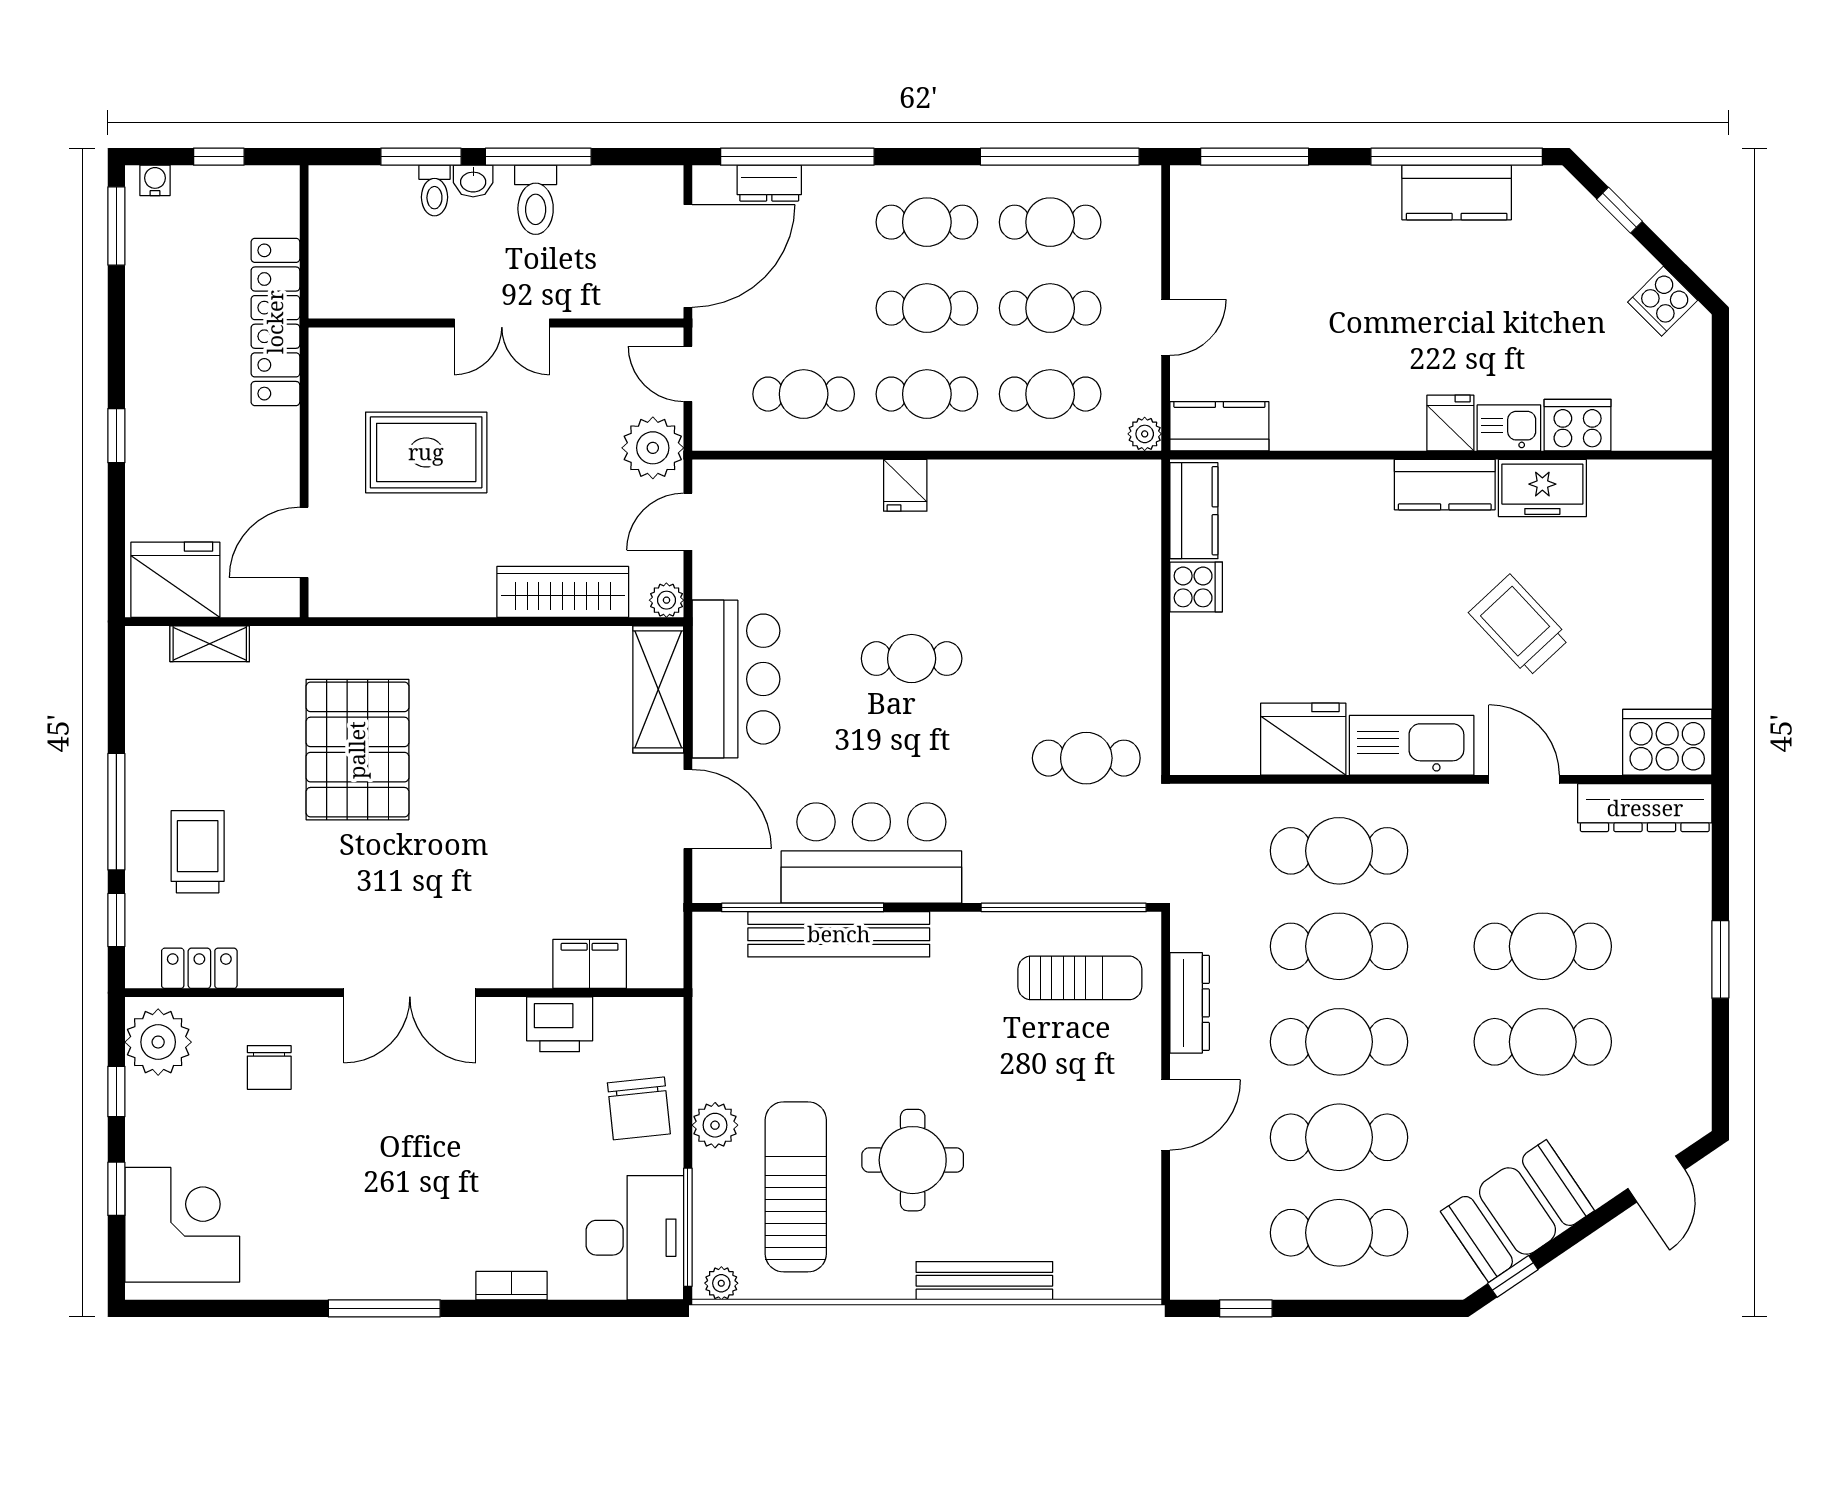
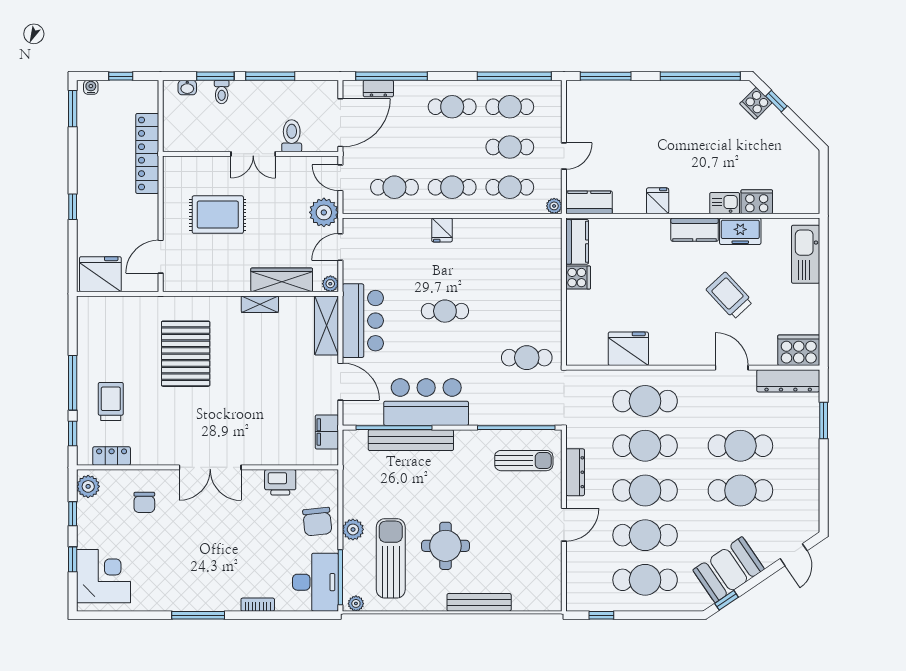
washbasin: (473, 181) -> (187, 88), moved
kitchen counter: (1457, 193) -> (700, 93), removed
toilet: (536, 200) -> (292, 136), moved, turned 180
cooker: (1663, 301) -> (756, 103), moved
cafe table: (927, 308) -> (452, 147), removed
fridge: (1450, 423) -> (658, 201), moved
shelving: (210, 644) -> (260, 304), moved
kitchen sink: (1412, 745) -> (806, 254), moved, turned -90
window: (1720, 959) -> (824, 421), moved
filing cabinet: (590, 964) -> (327, 432), moved, turned -90
plant: (158, 1042) -> (88, 486), width x0.73, depth x0.73

